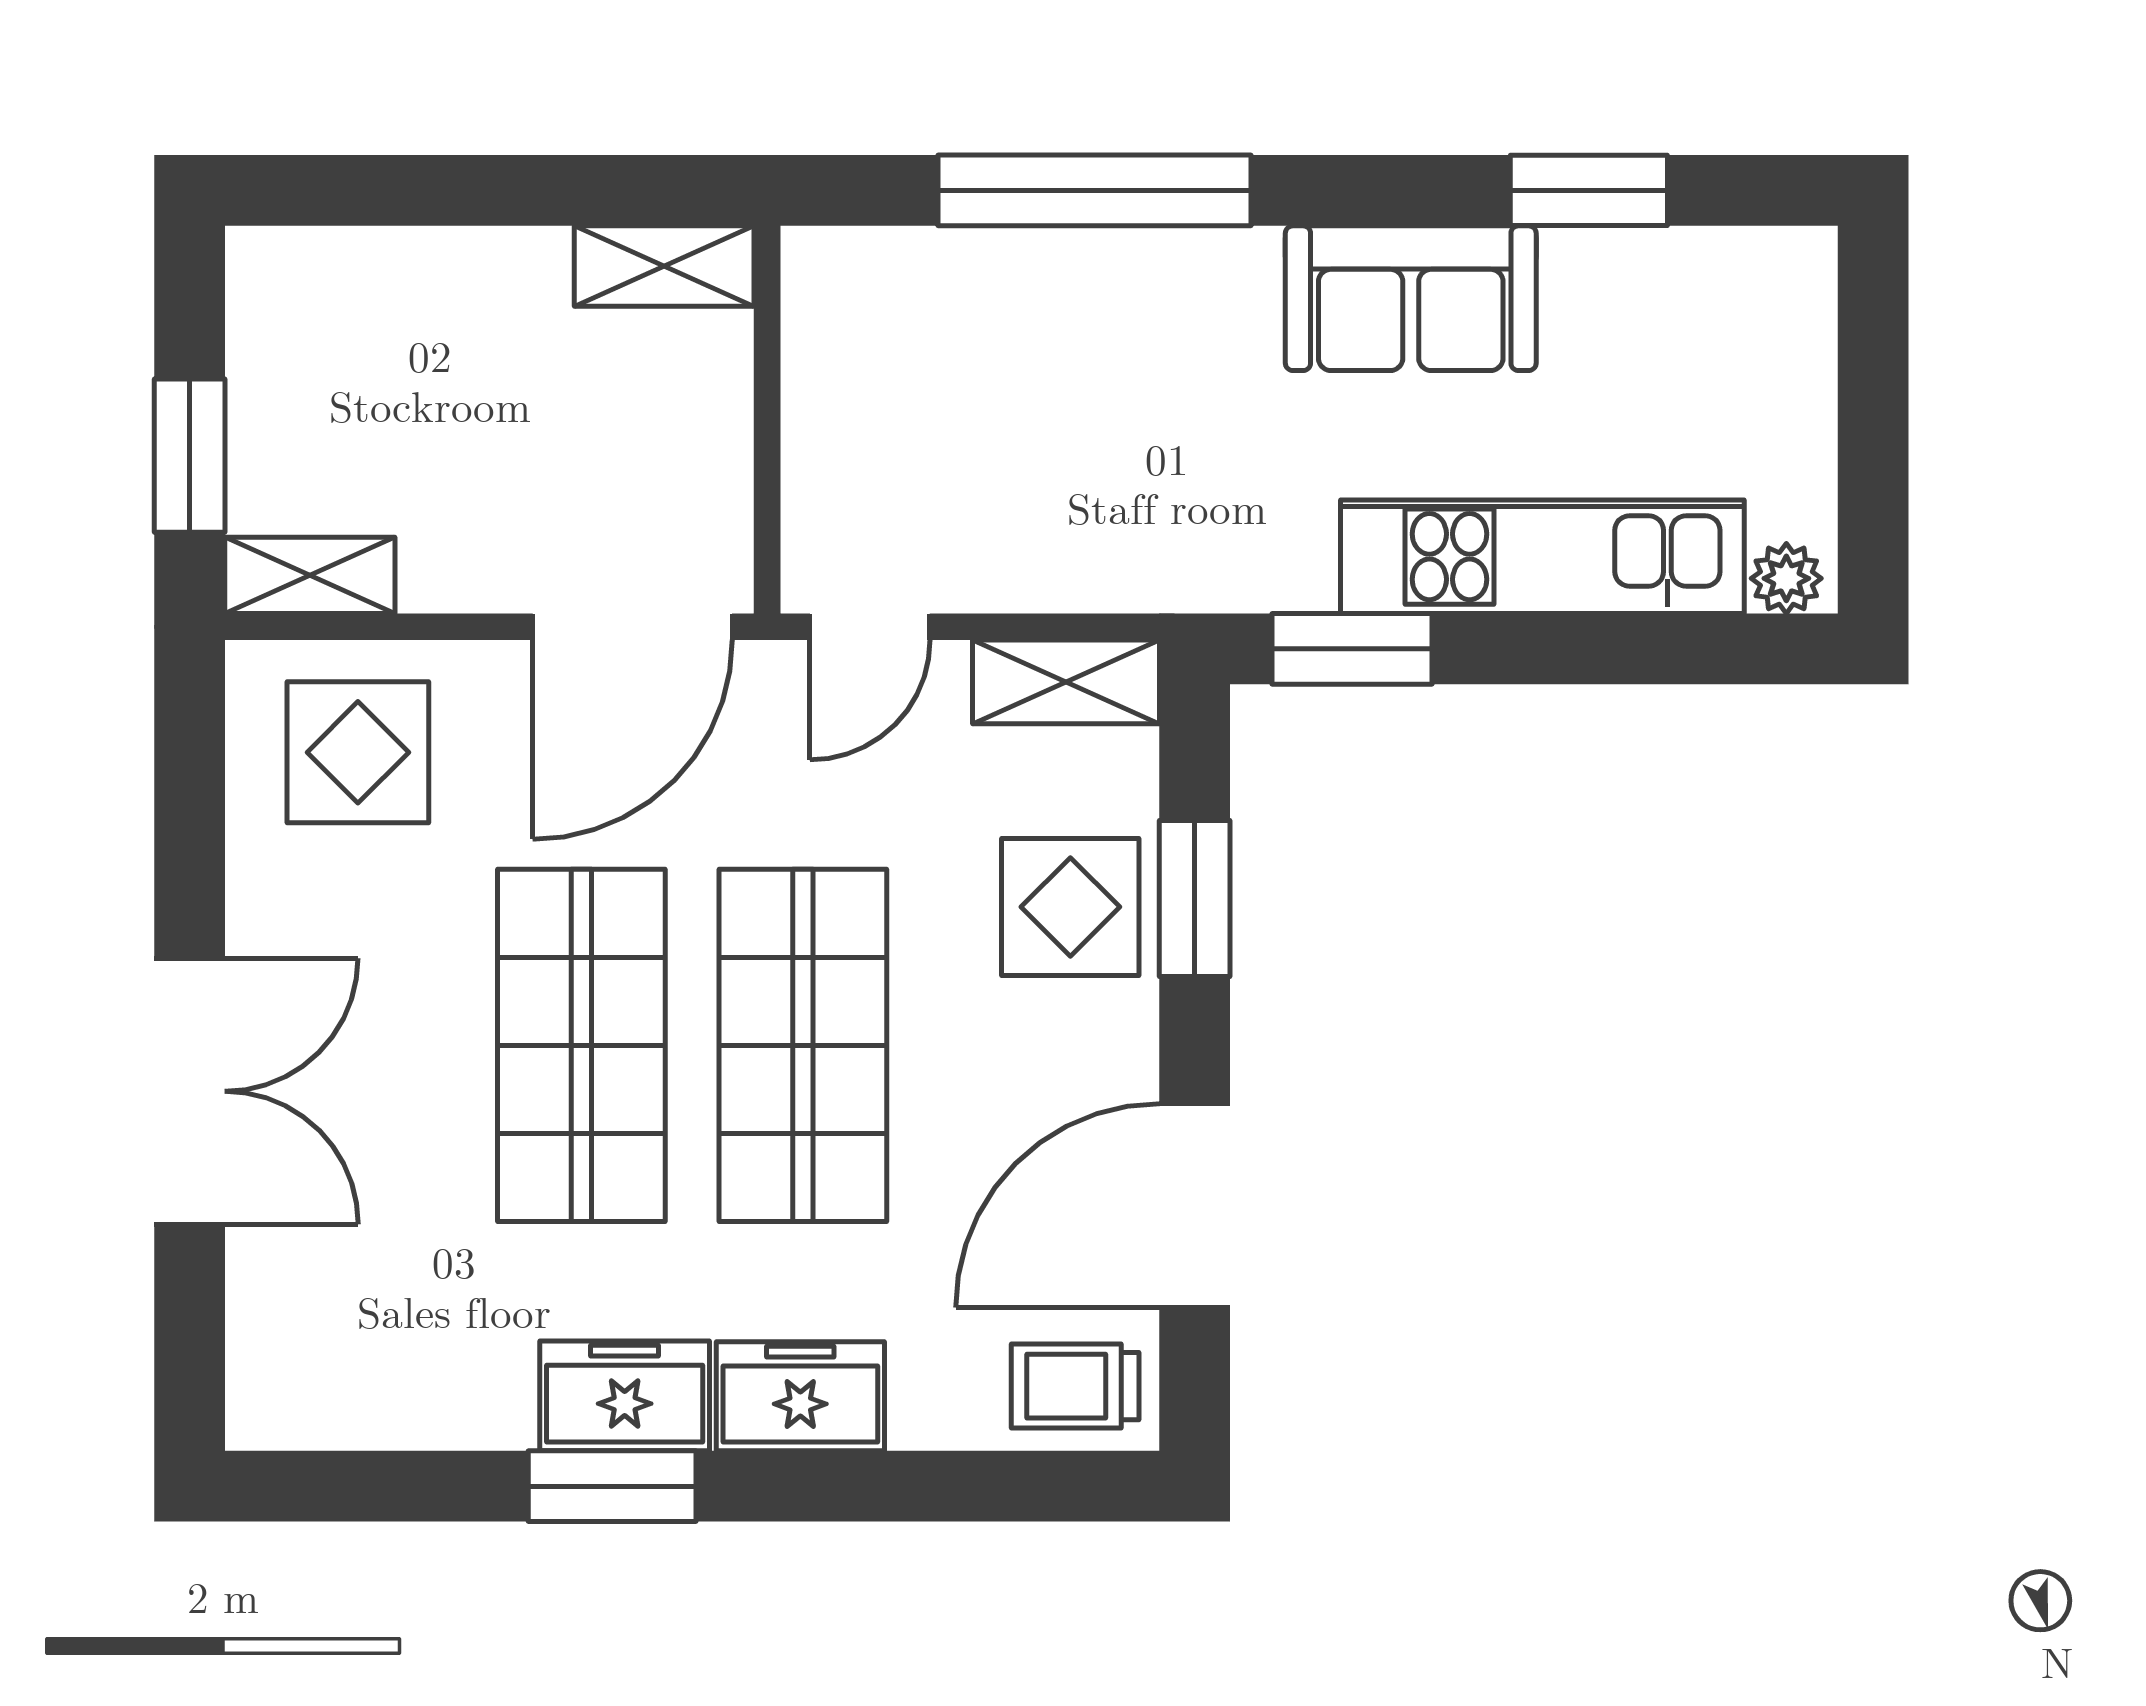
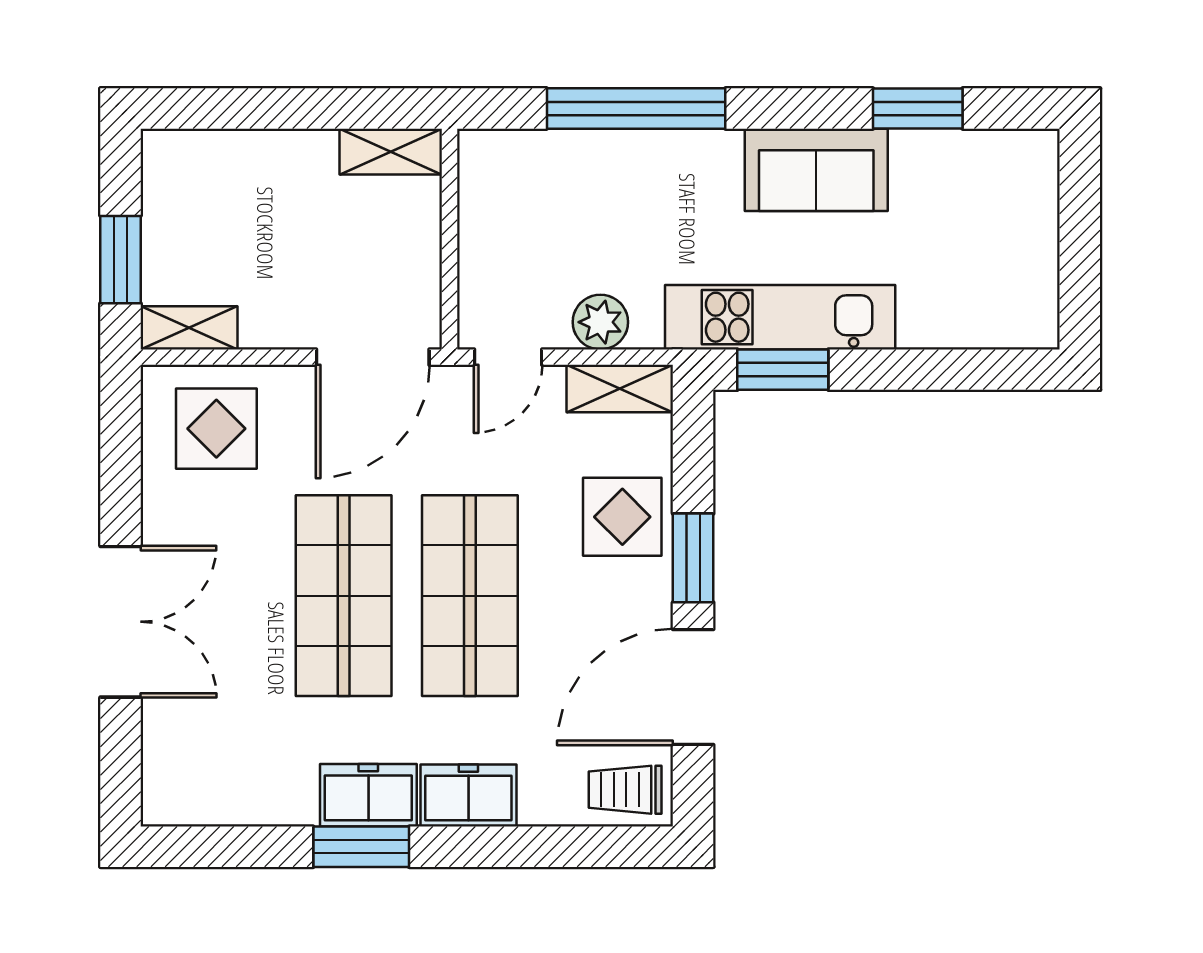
kitchen unit: (1542, 557) -> (780, 317), moved
plant: (1786, 578) -> (600, 322), moved, width x1.38, depth x1.38
window: (1195, 899) -> (693, 558), moved

